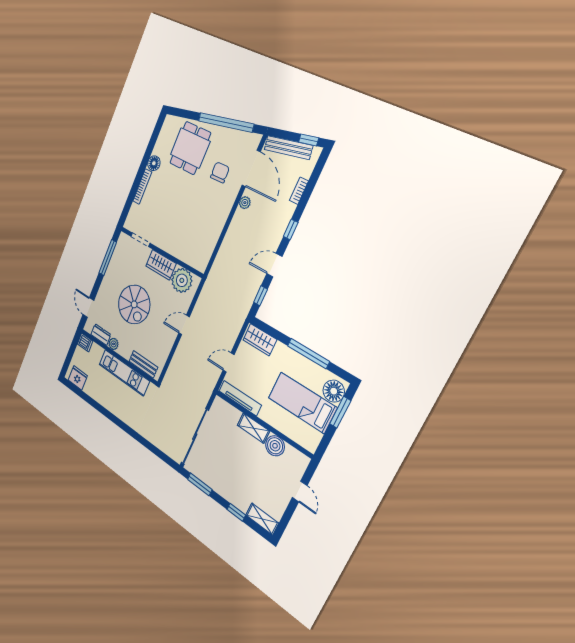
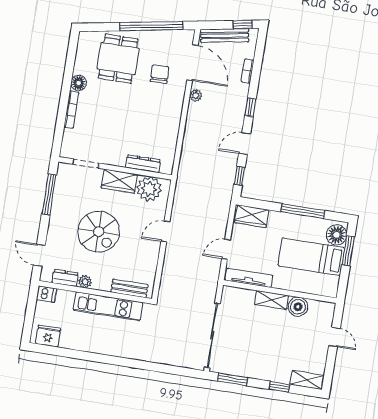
dresser: (183, 255) -> (143, 164), added

